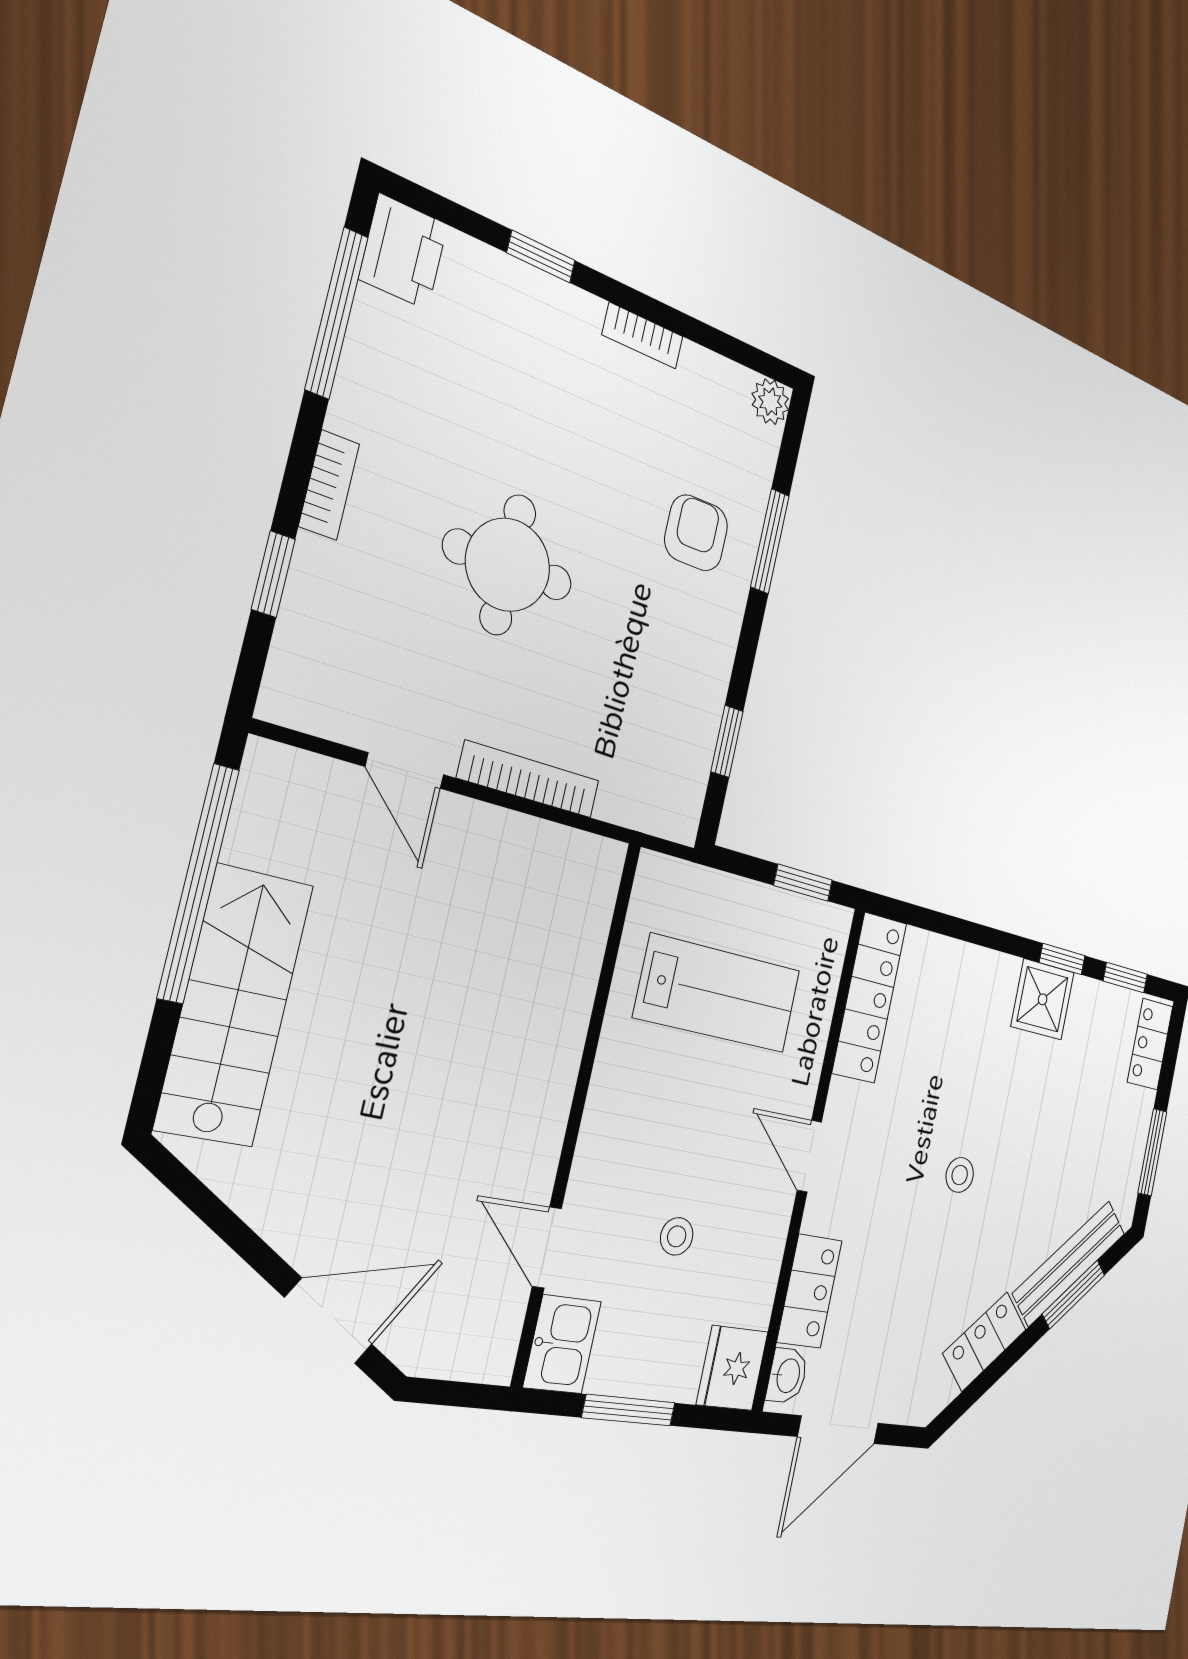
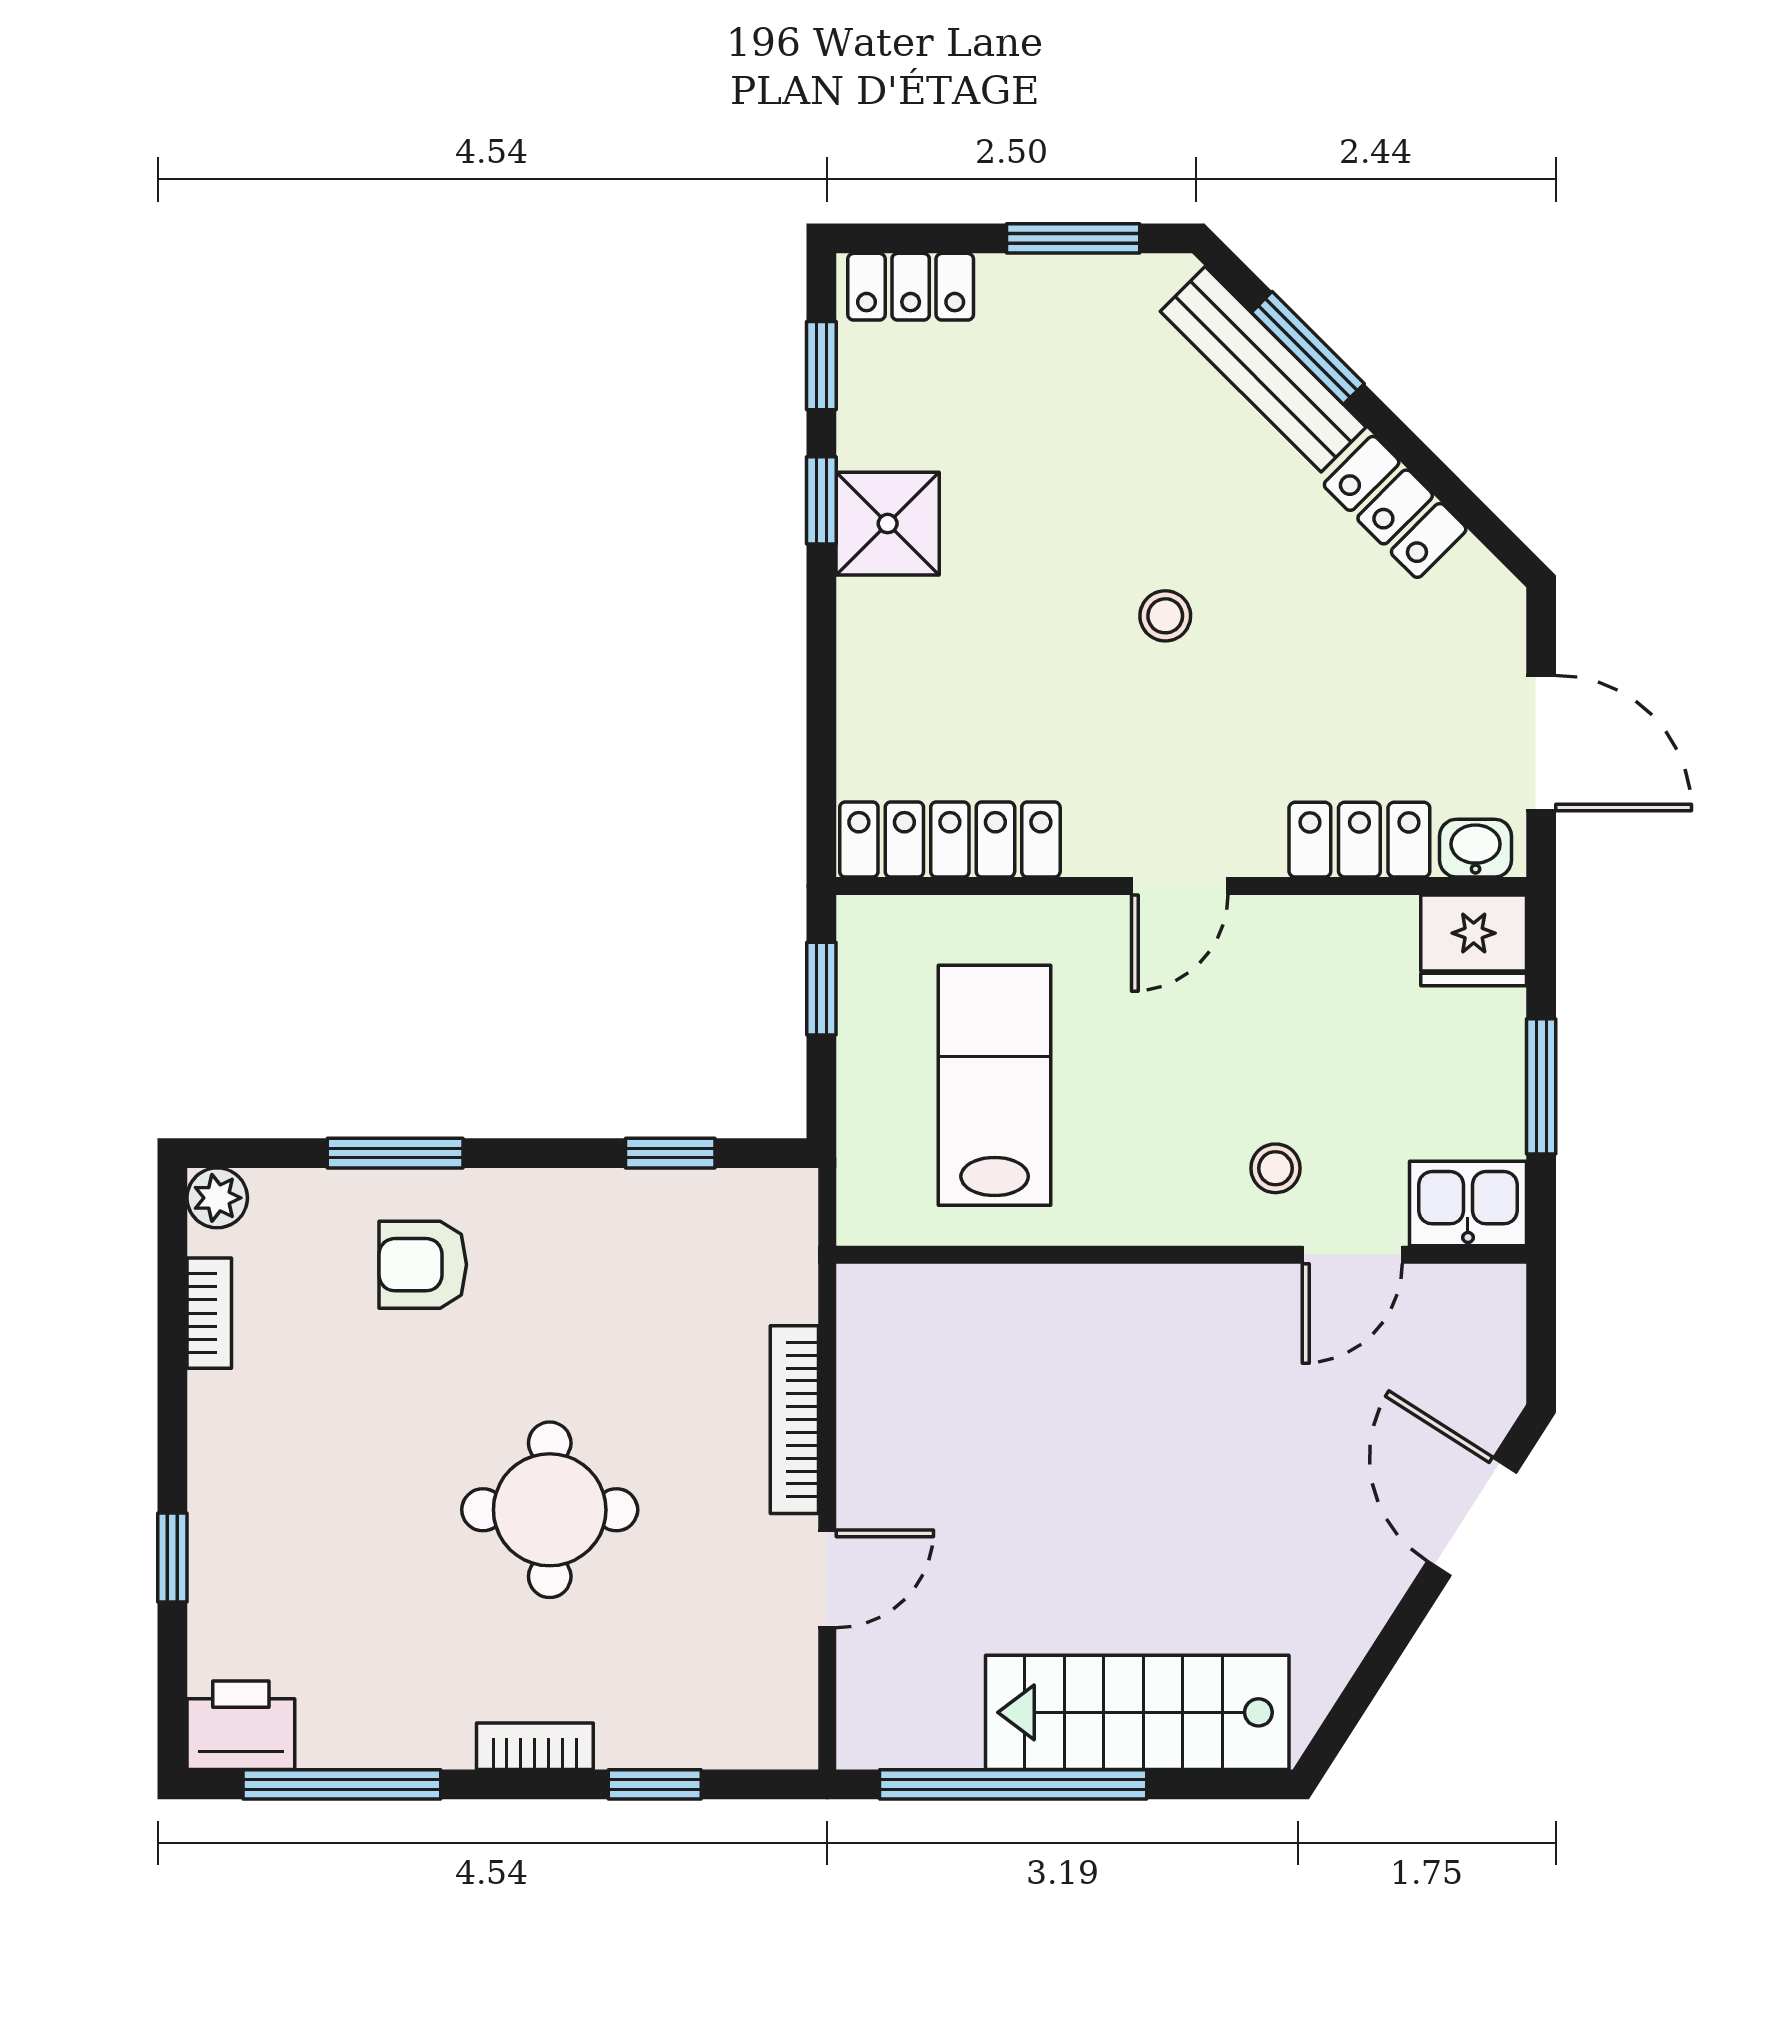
bookcase: (643, 336) -> (209, 1313), moved
stool: (677, 1236) -> (1275, 1168), moved

